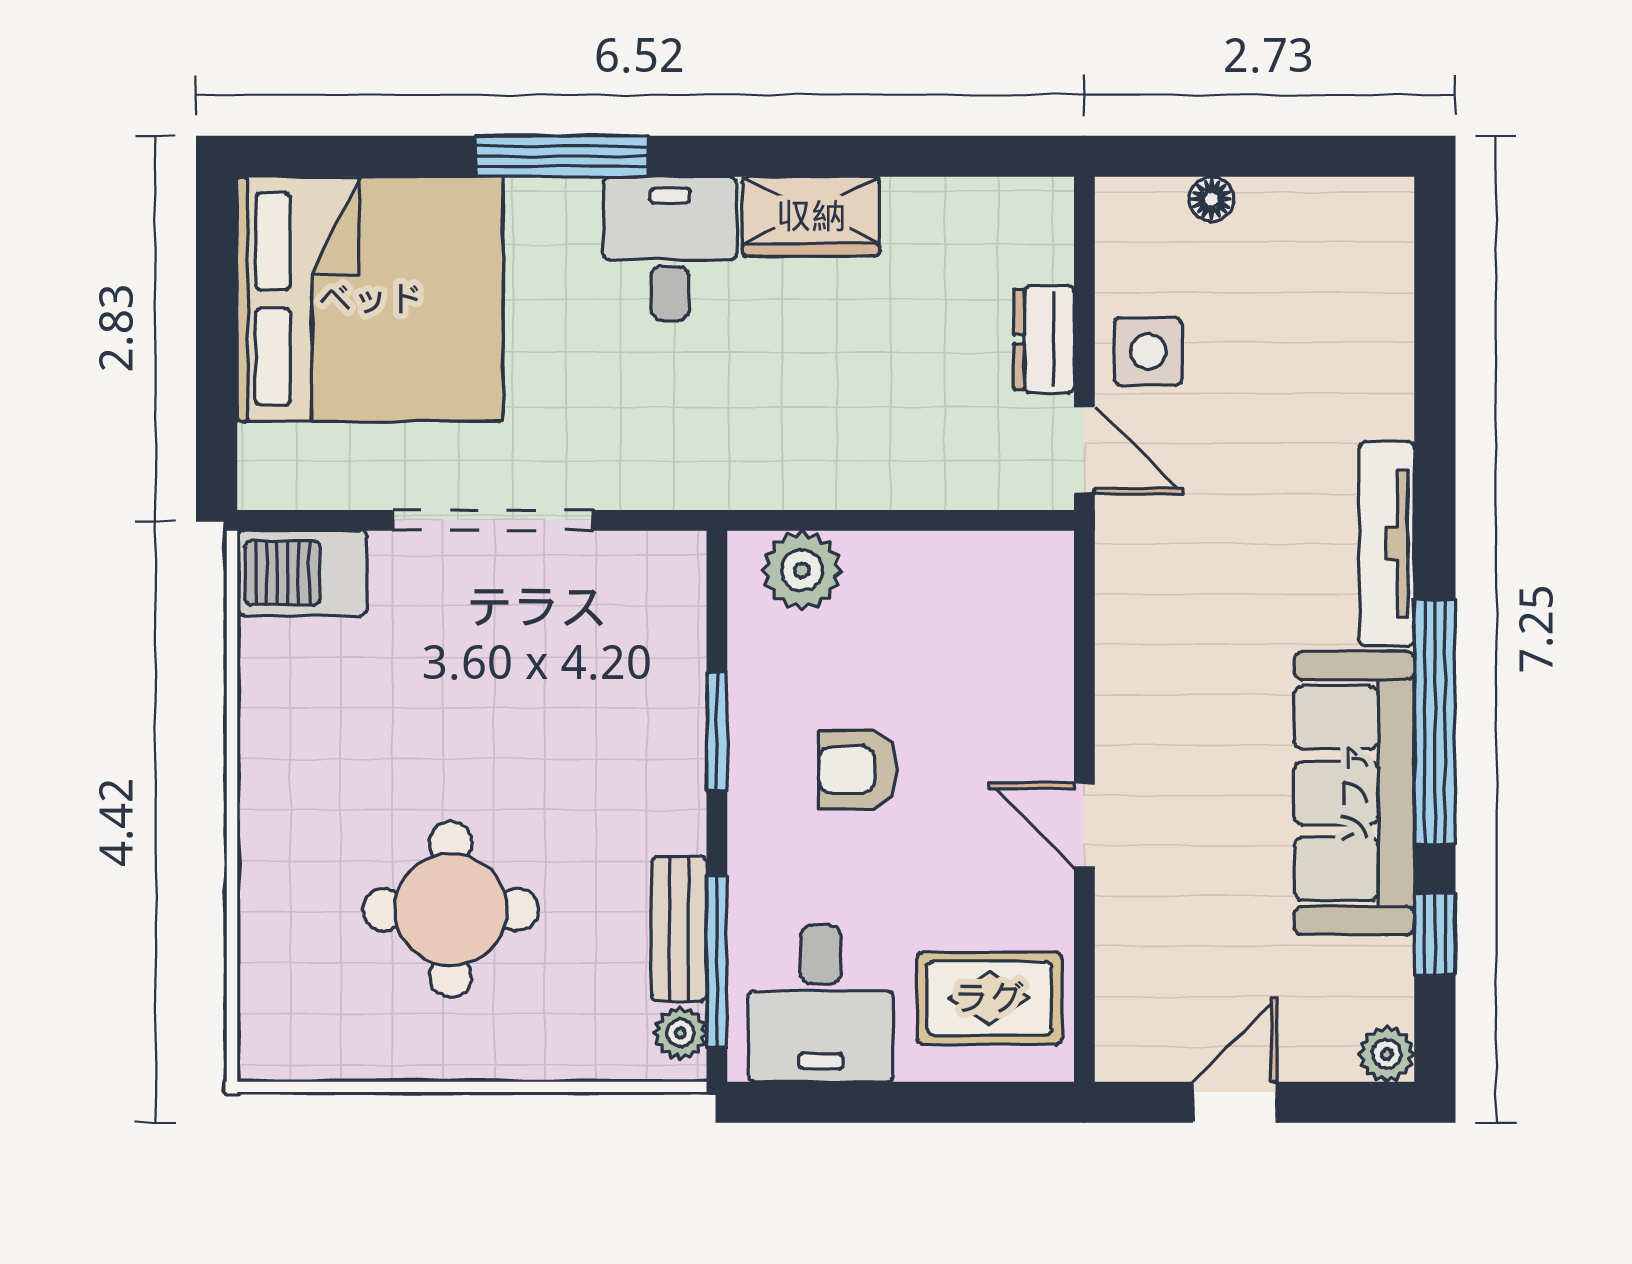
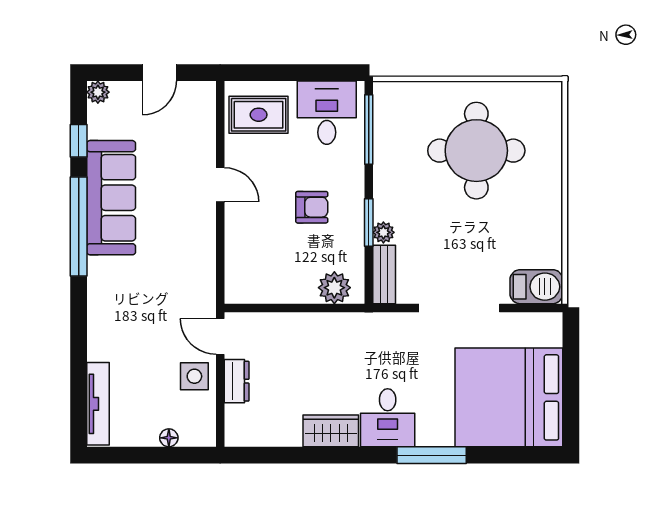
tv unit: (1387, 544) -> (98, 404), moved
round table: (451, 910) -> (476, 151), width x1.36, depth x1.36
bench: (679, 929) -> (384, 275), moved
plant: (680, 1033) -> (383, 232), moved

